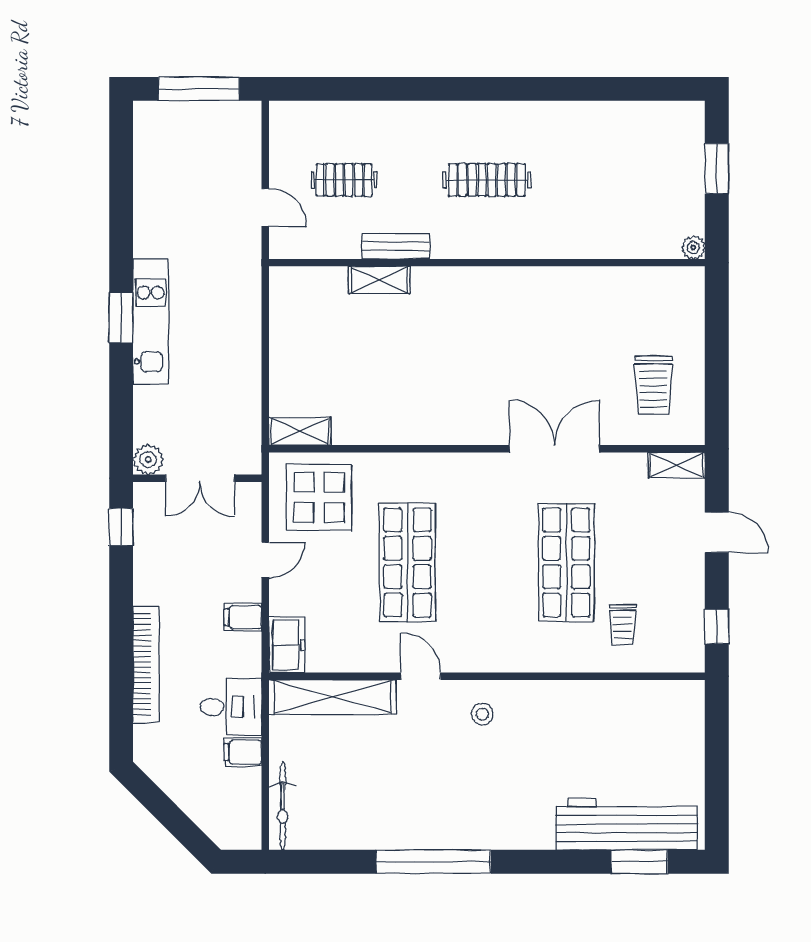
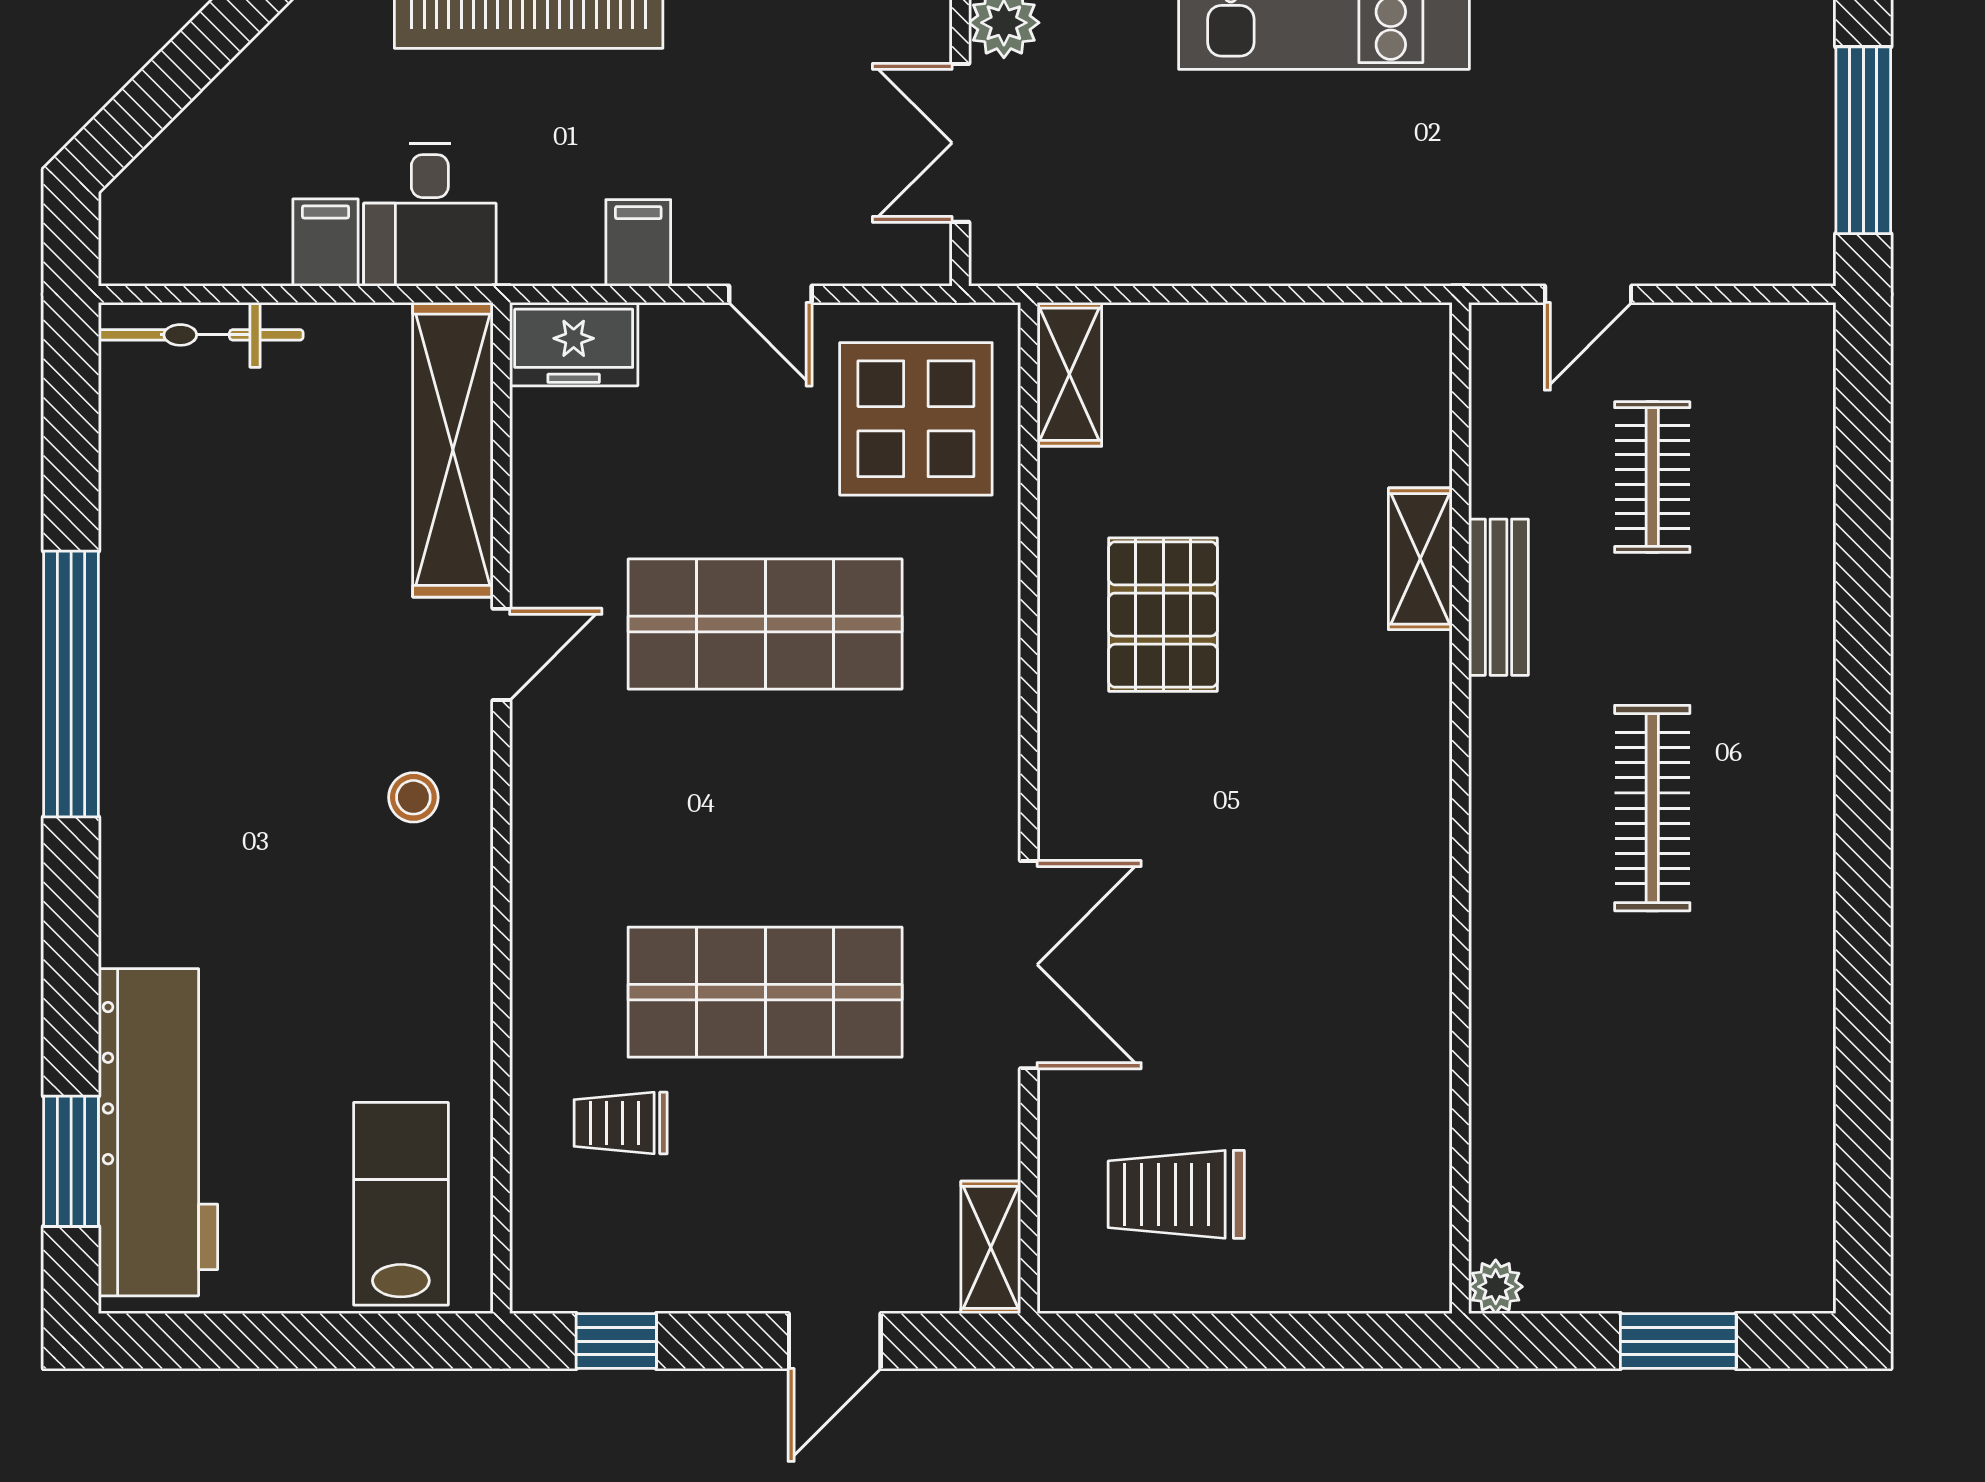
pallet: (403, 391) -> (1163, 615), added
lab bench: (657, 720) -> (401, 1204), added

